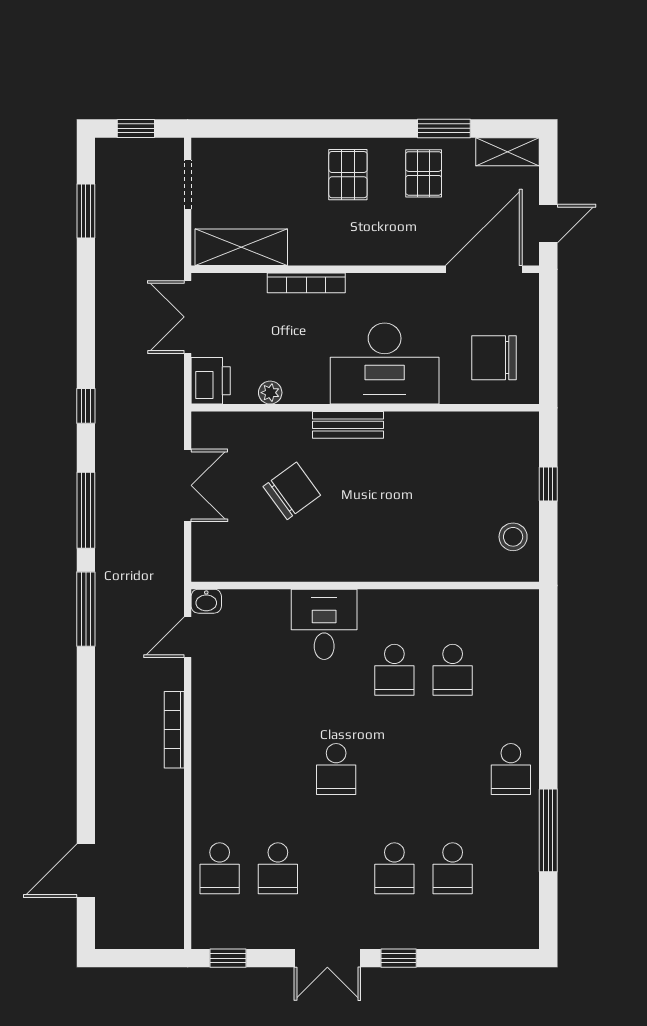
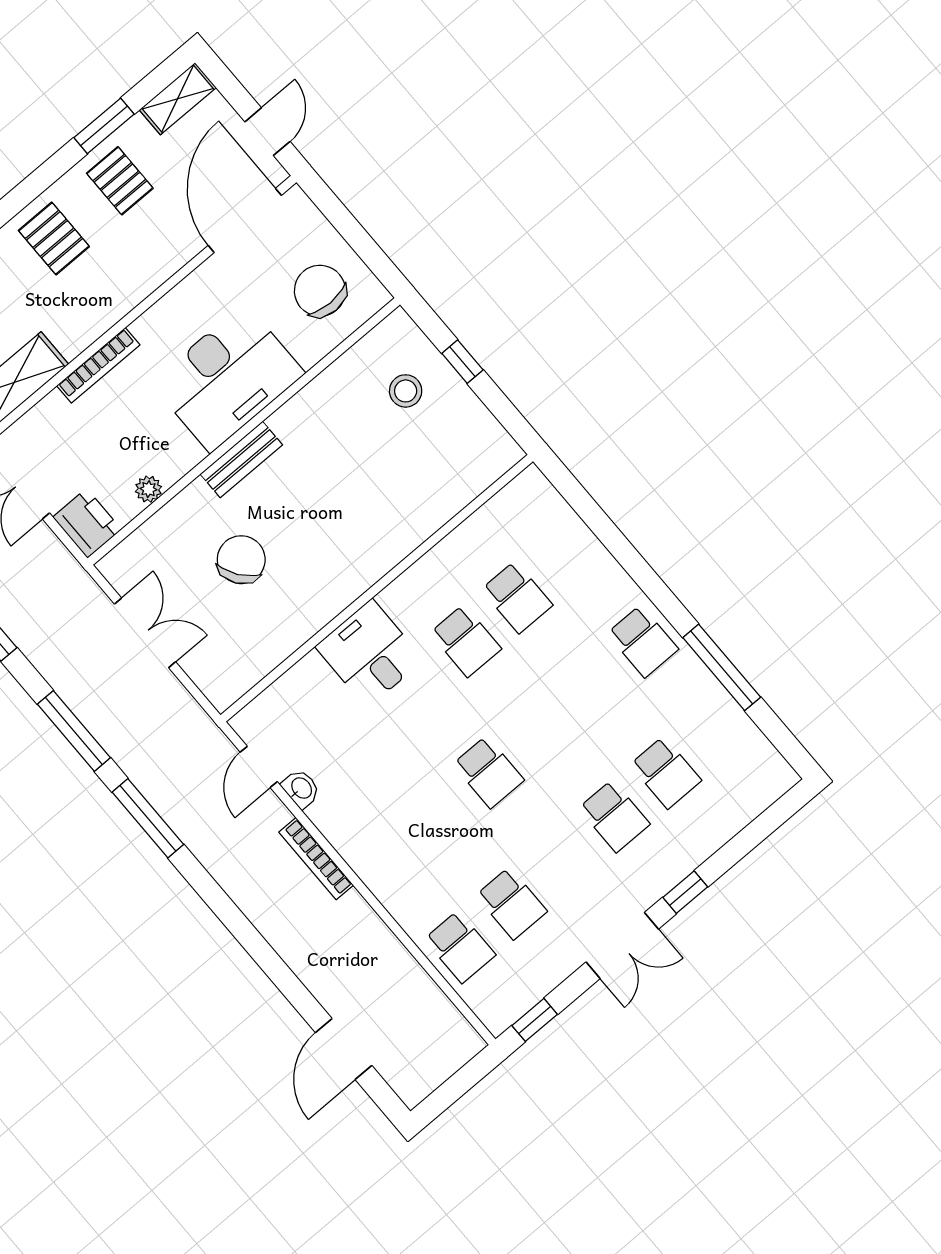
chair: (494, 358) -> (320, 291), turned 90
stool: (513, 537) -> (406, 391), moved
washbasin: (206, 601) -> (301, 789), moved, turned -90

